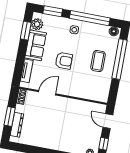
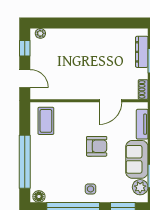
armchair: (64, 61) -> (97, 146), turned 180
coffee table: (98, 61) -> (46, 121), moved

